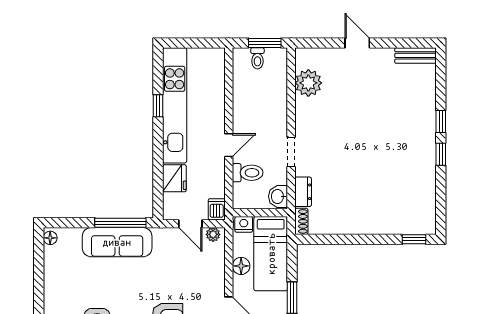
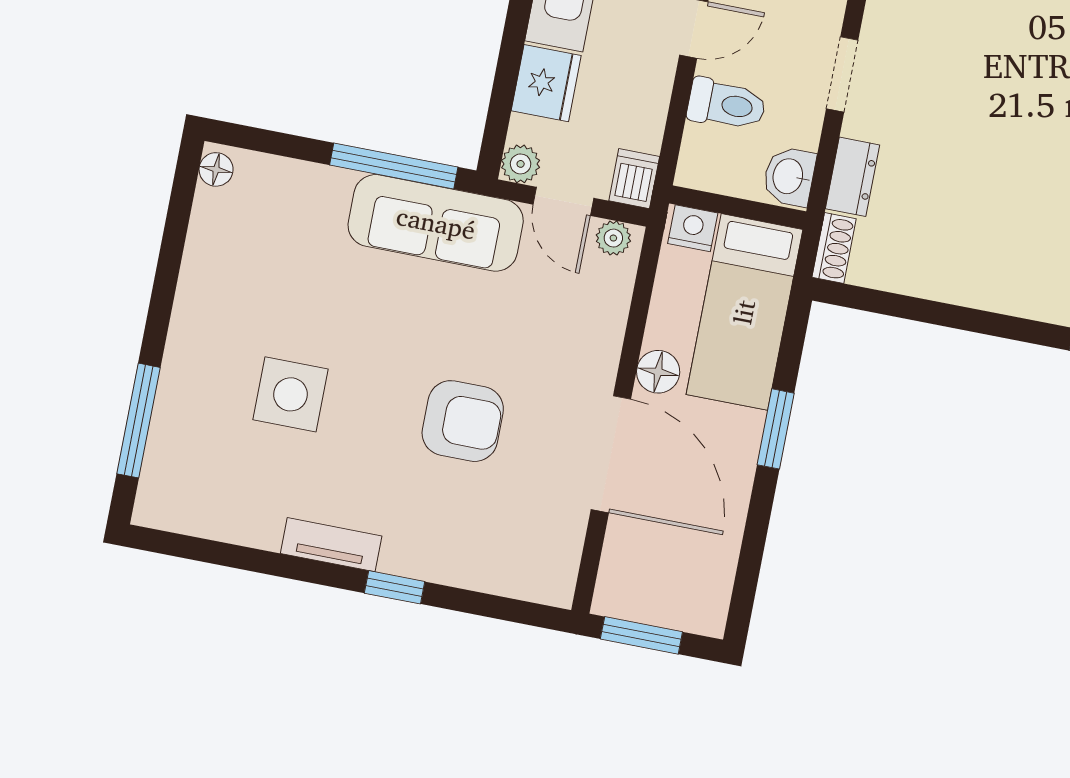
plant: (171, 212) -> (521, 164), added
sofa: (117, 242) -> (436, 223), moved
floor lamp: (241, 266) -> (658, 372), moved

